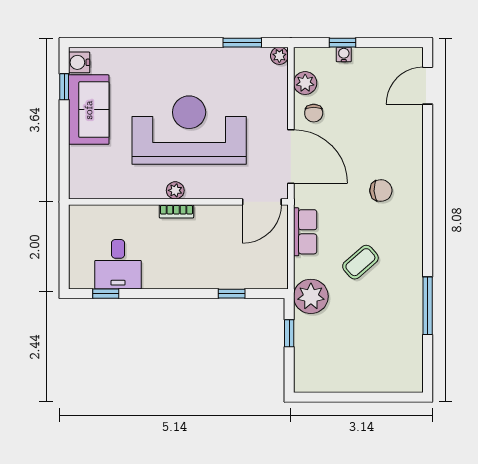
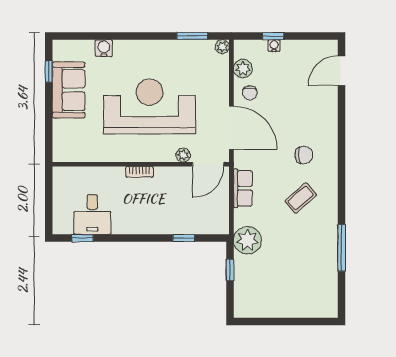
water cooler: (79, 62) -> (104, 48), moved, turned 90
plant: (175, 190) -> (183, 155), moved
coffee table: (360, 262) -> (301, 198), moved

